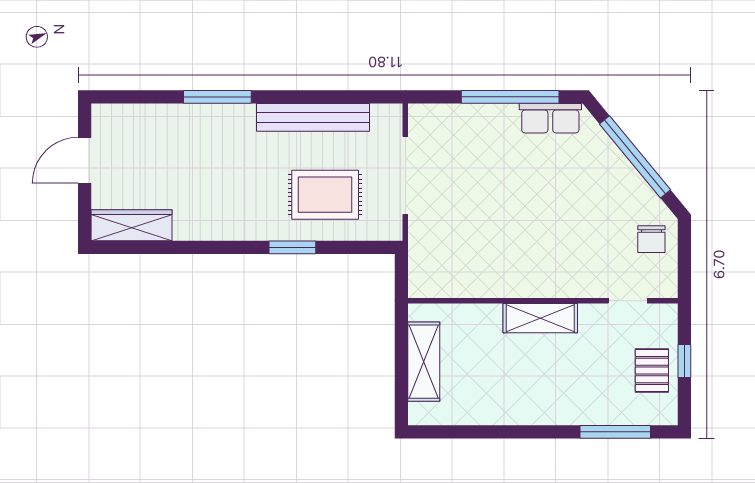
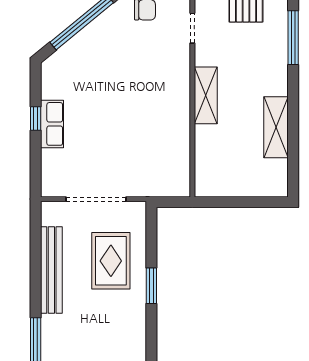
window: (510, 97) -> (36, 118), width x0.32
row of seats: (550, 118) -> (52, 124), moved
shelving: (424, 362) -> (276, 127), moved, turned 90

